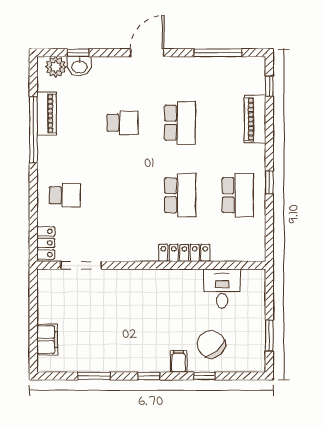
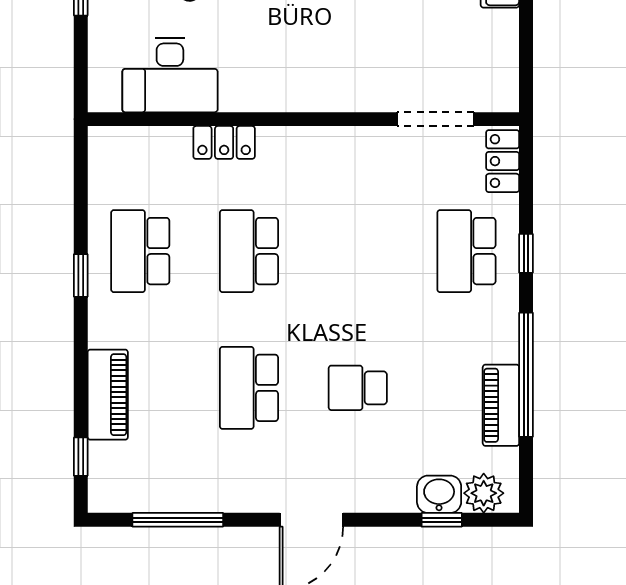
window: (33, 194) -> (526, 253), added
school desk: (65, 195) -> (466, 251), width x1.85
locker: (184, 253) -> (224, 142), width x0.66
desk: (222, 289) -> (170, 75), width x1.37

